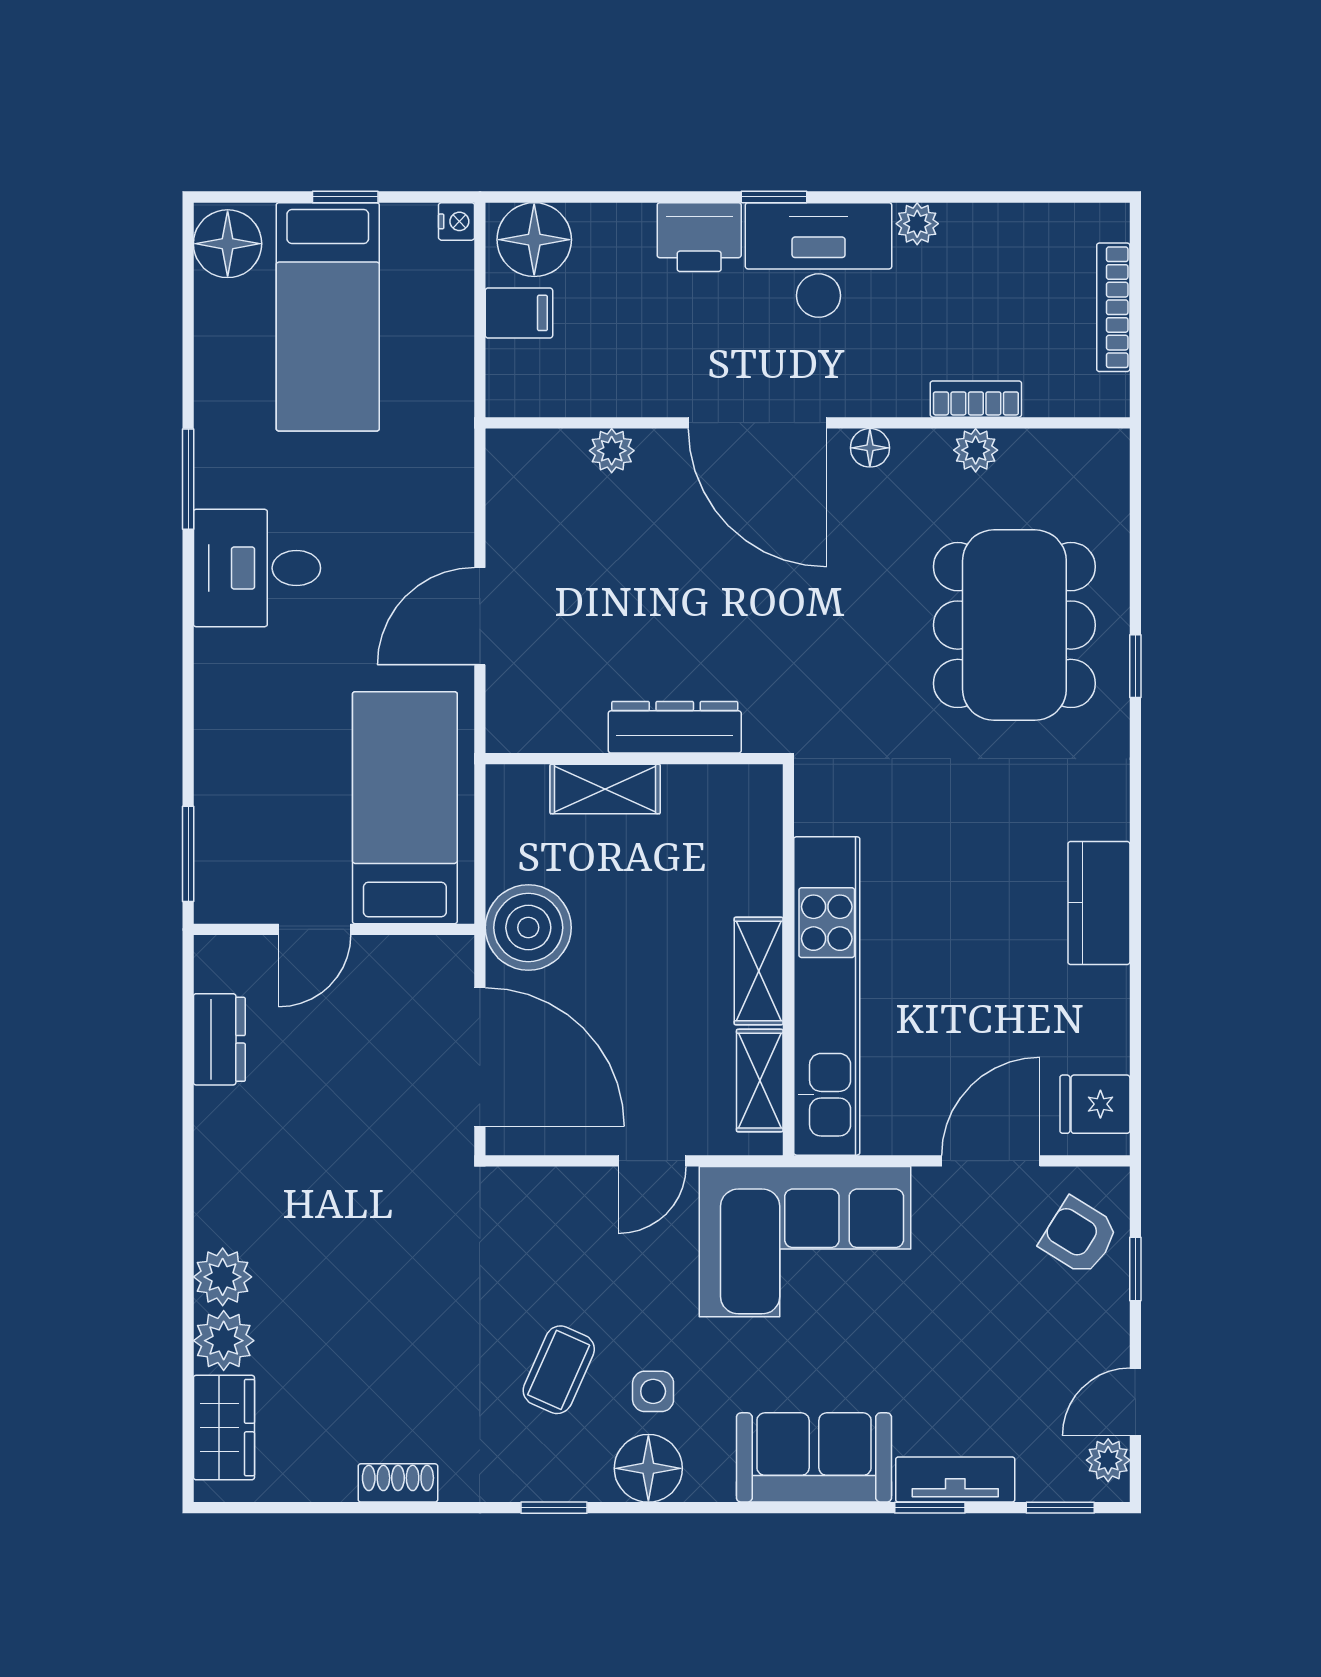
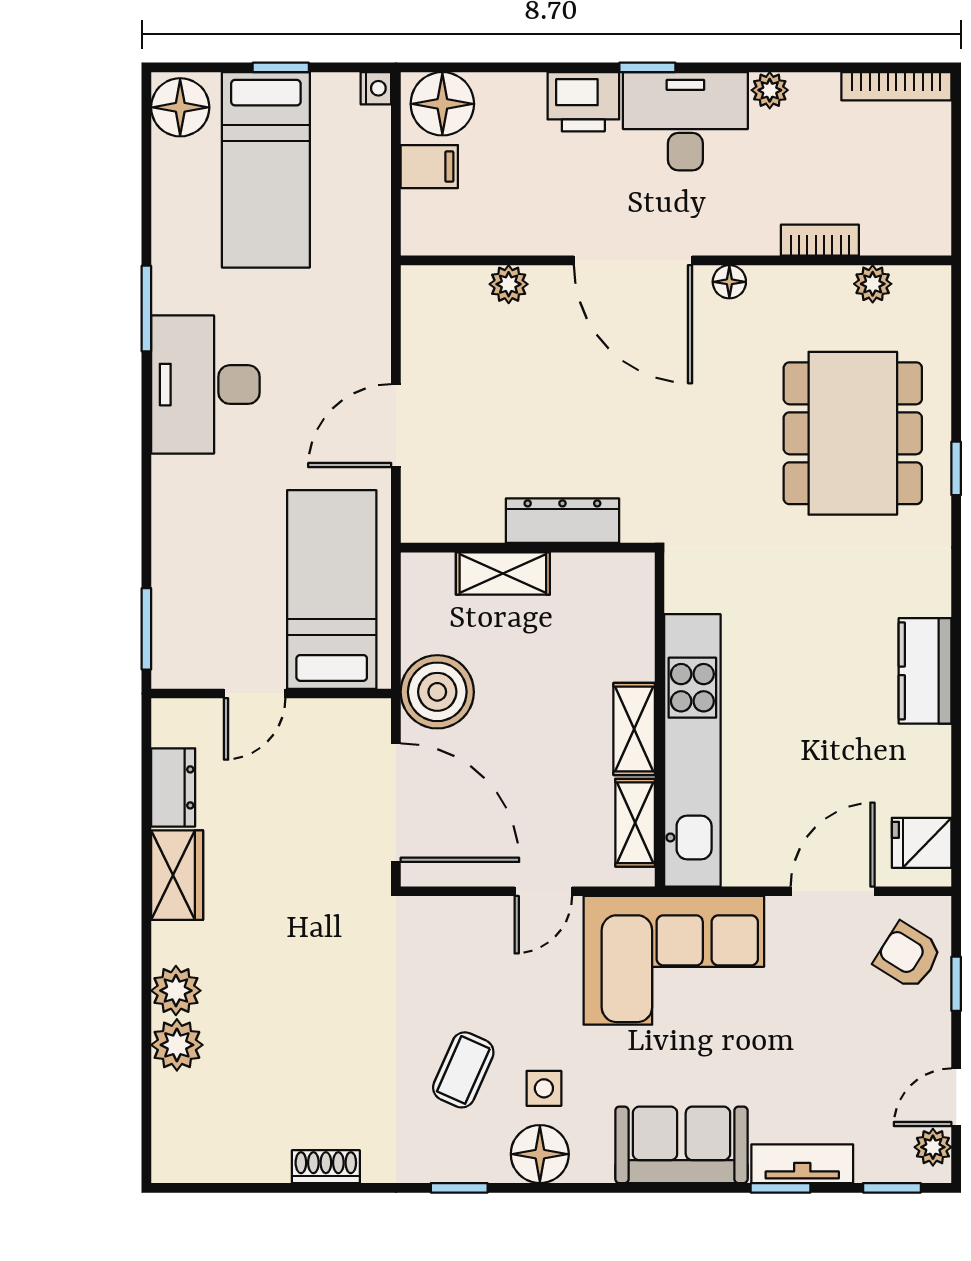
bookcase: (1113, 307) -> (896, 86), moved, turned -90
plant: (976, 450) -> (873, 284), moved
desk: (257, 568) -> (205, 385), width x1.37
wardrobe: (224, 1428) -> (177, 875), moved

